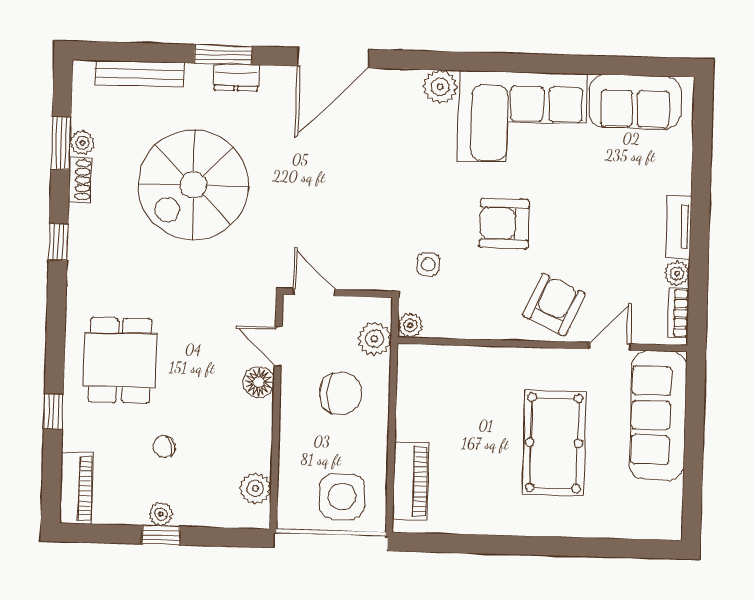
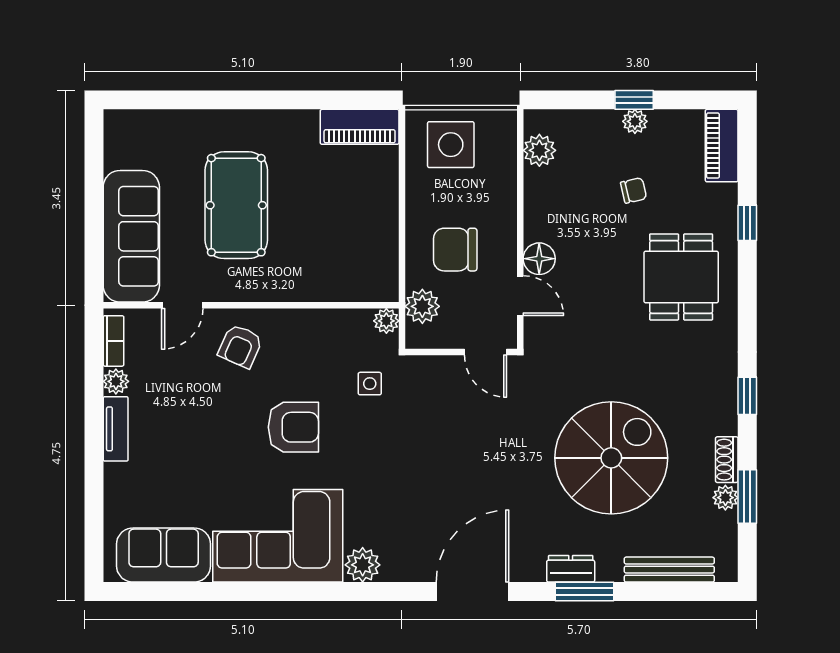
armchair: (554, 305) -> (240, 346), width x0.72, depth x0.72
piano: (411, 481) -> (360, 127), moved, turned -90

